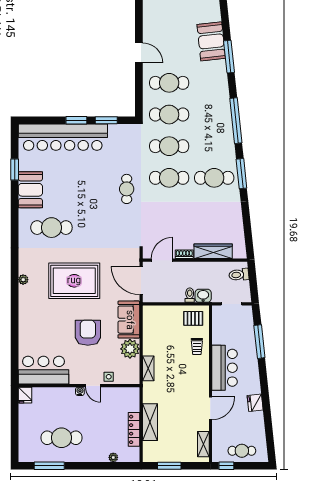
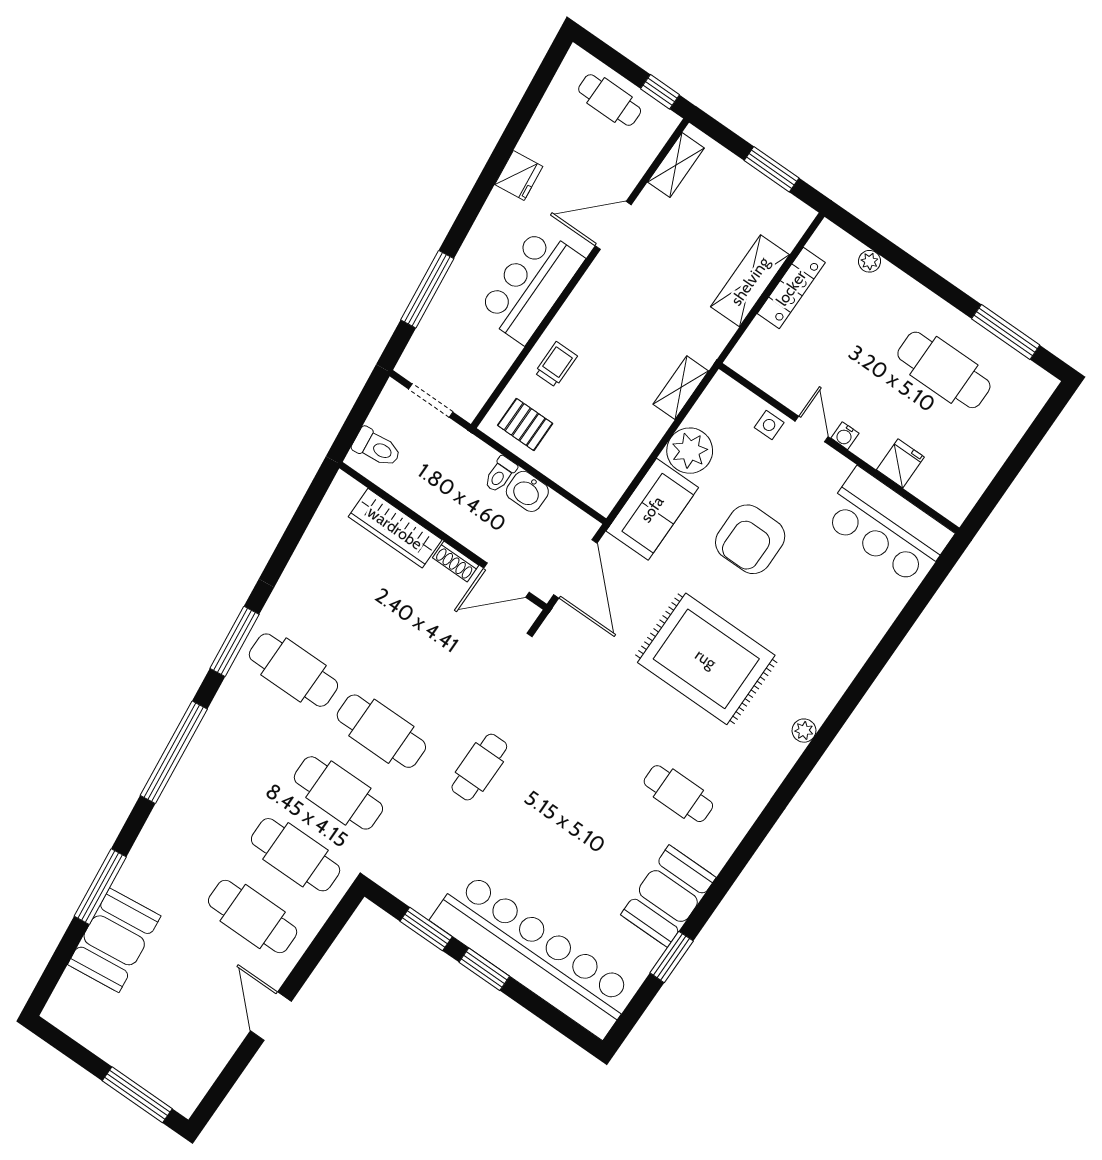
cafe table: (51, 228) -> (678, 794), width x0.73, depth x0.74
washbasin: (203, 296) -> (527, 491), moved
fridge: (25, 395) -> (900, 463), moved

